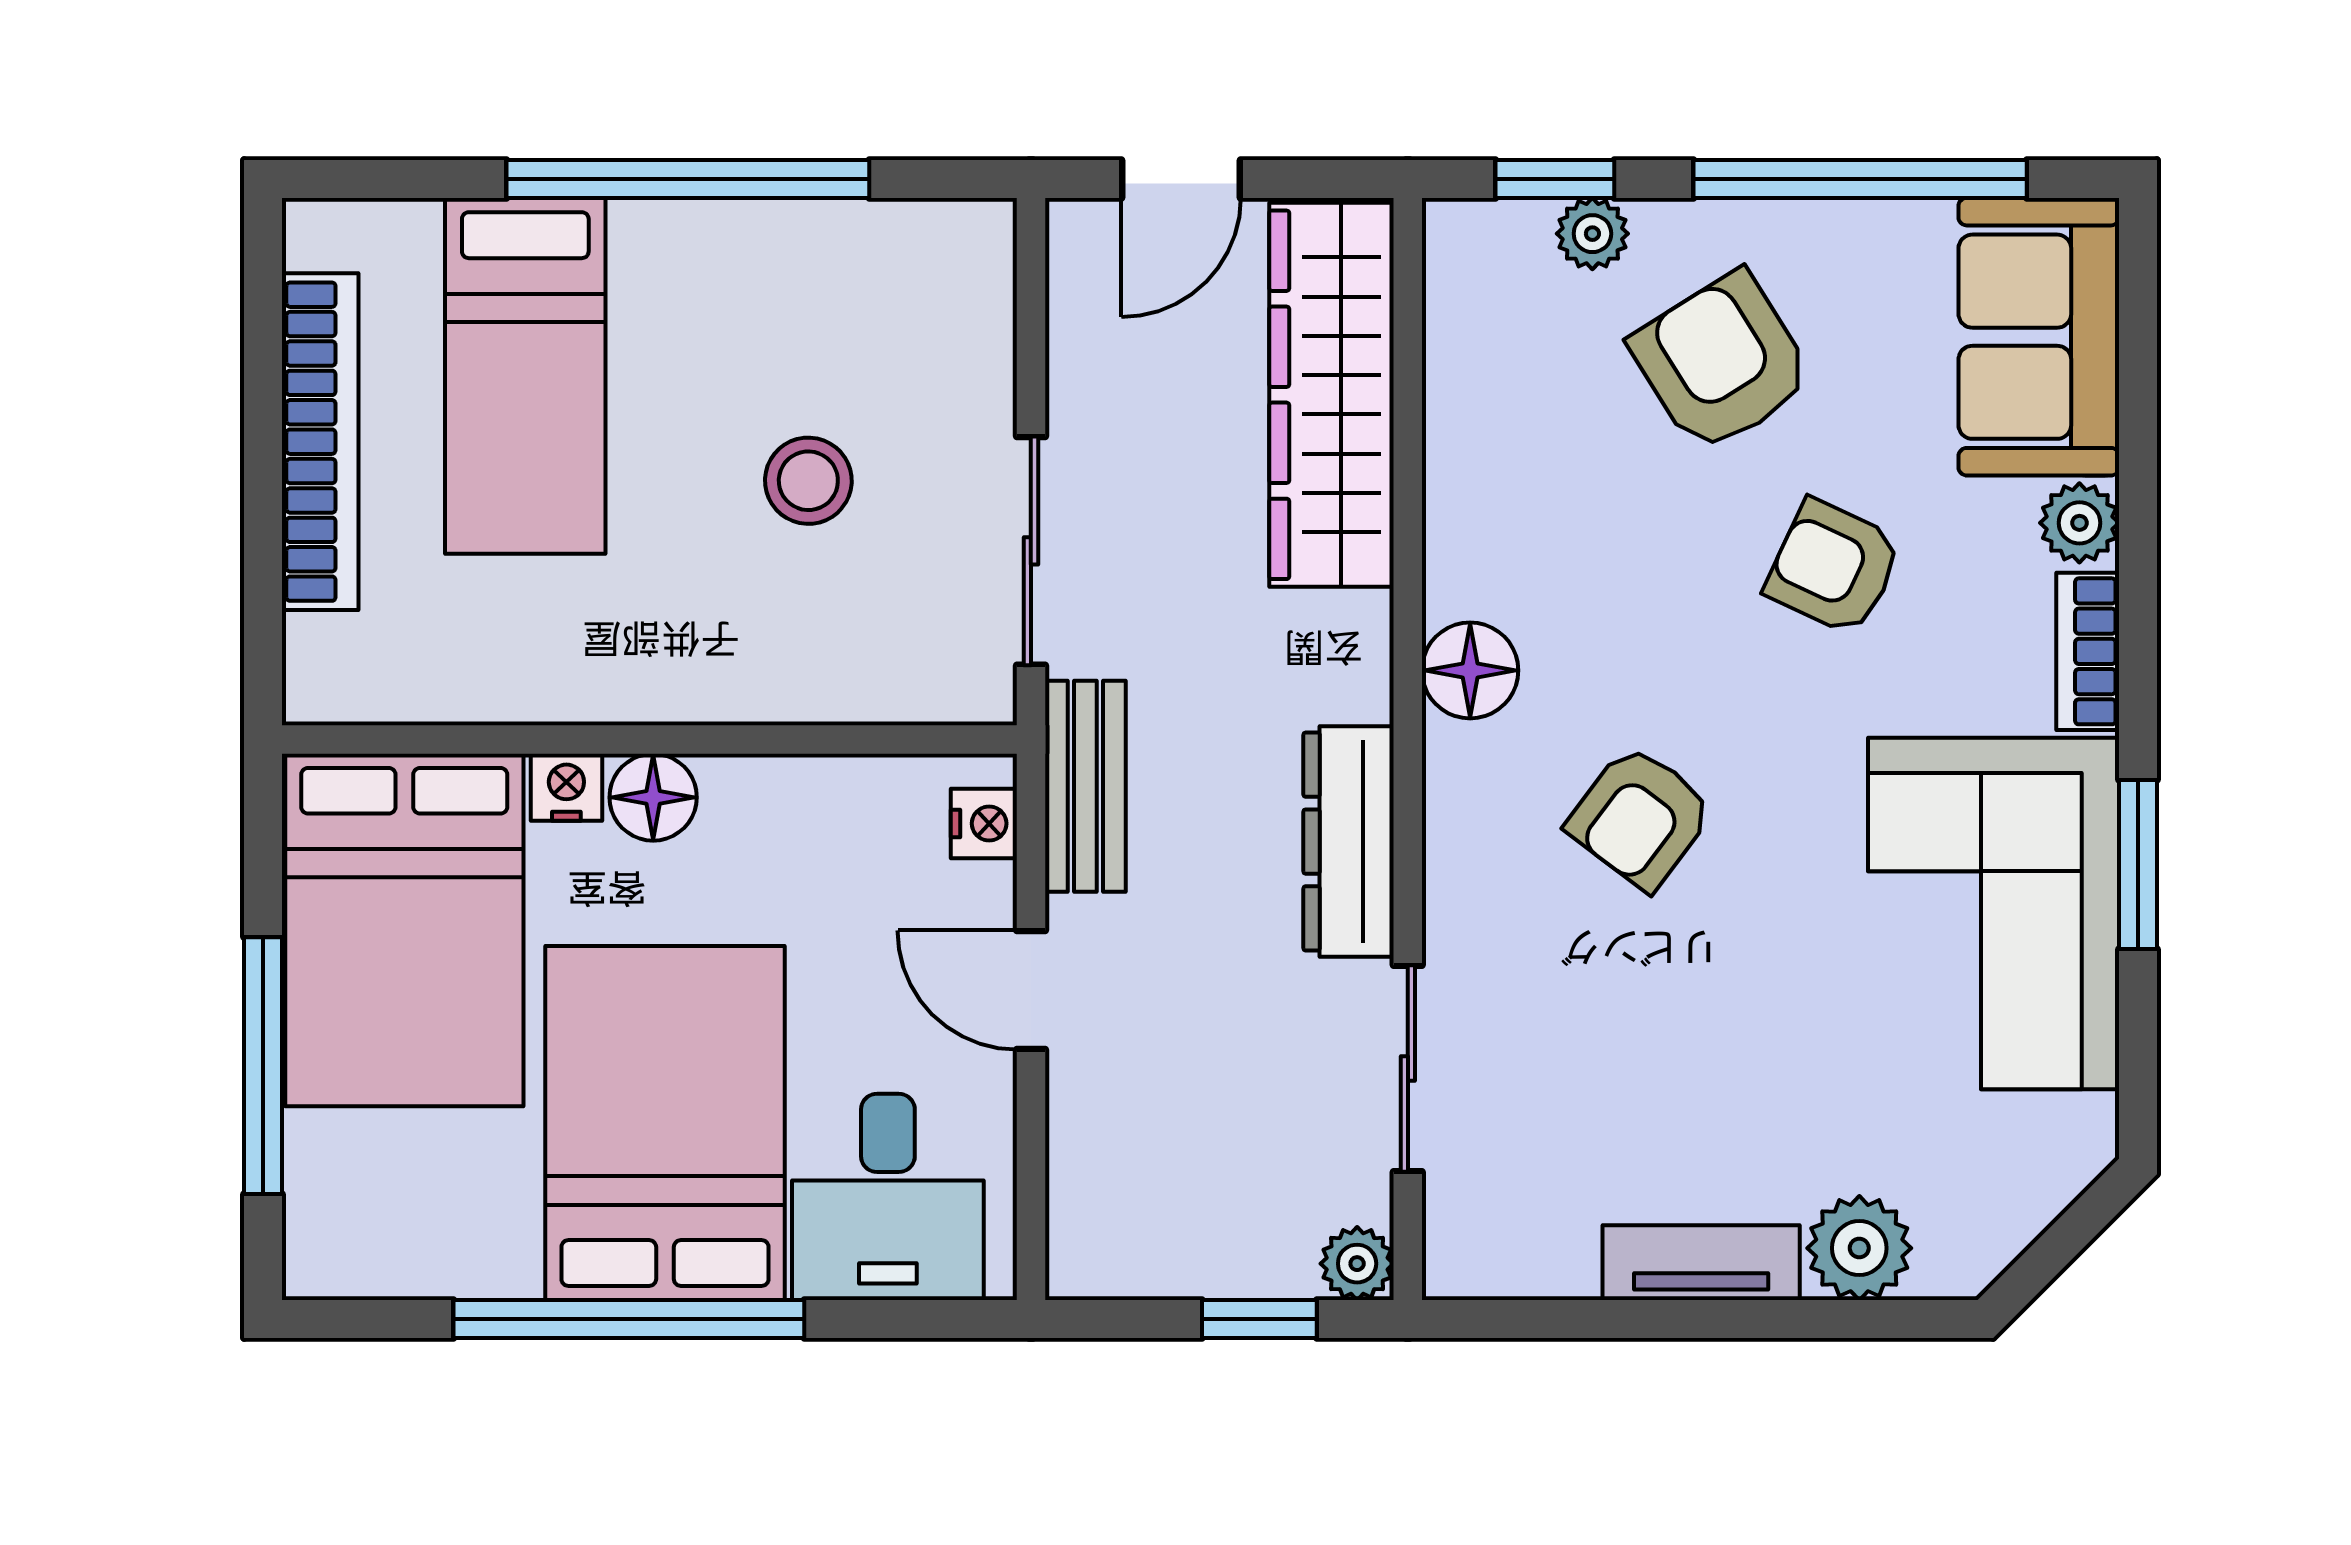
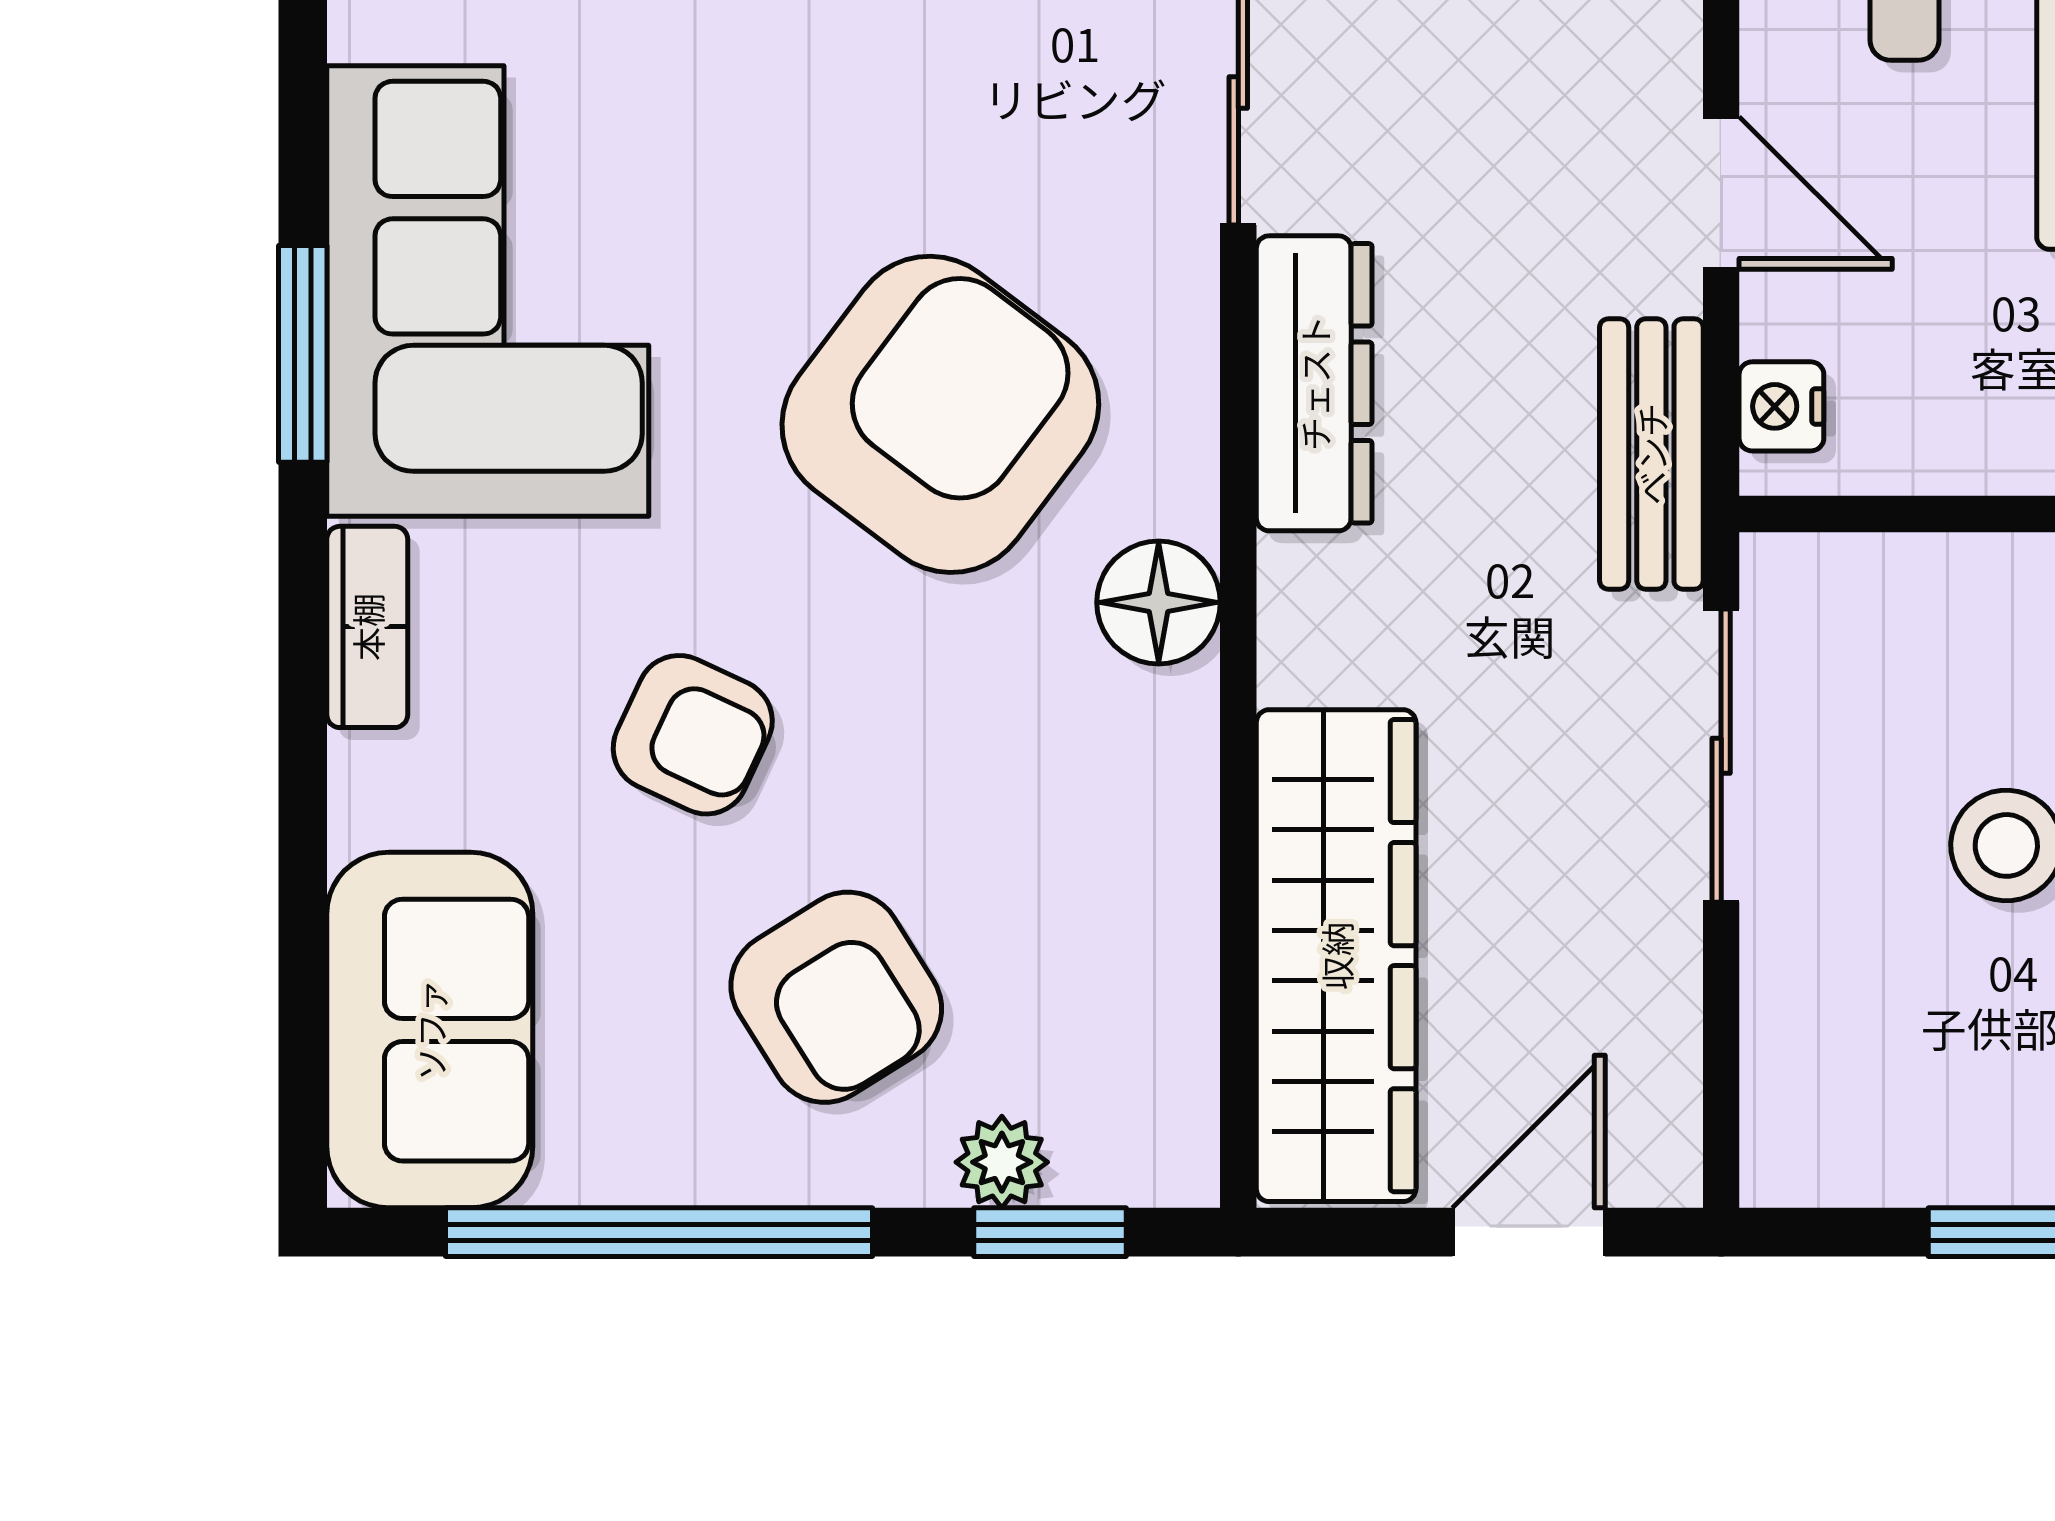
plant: (2079, 523) -> (378, 792), removed
armchair: (1640, 817) -> (940, 414), width x1.88, depth x1.88

